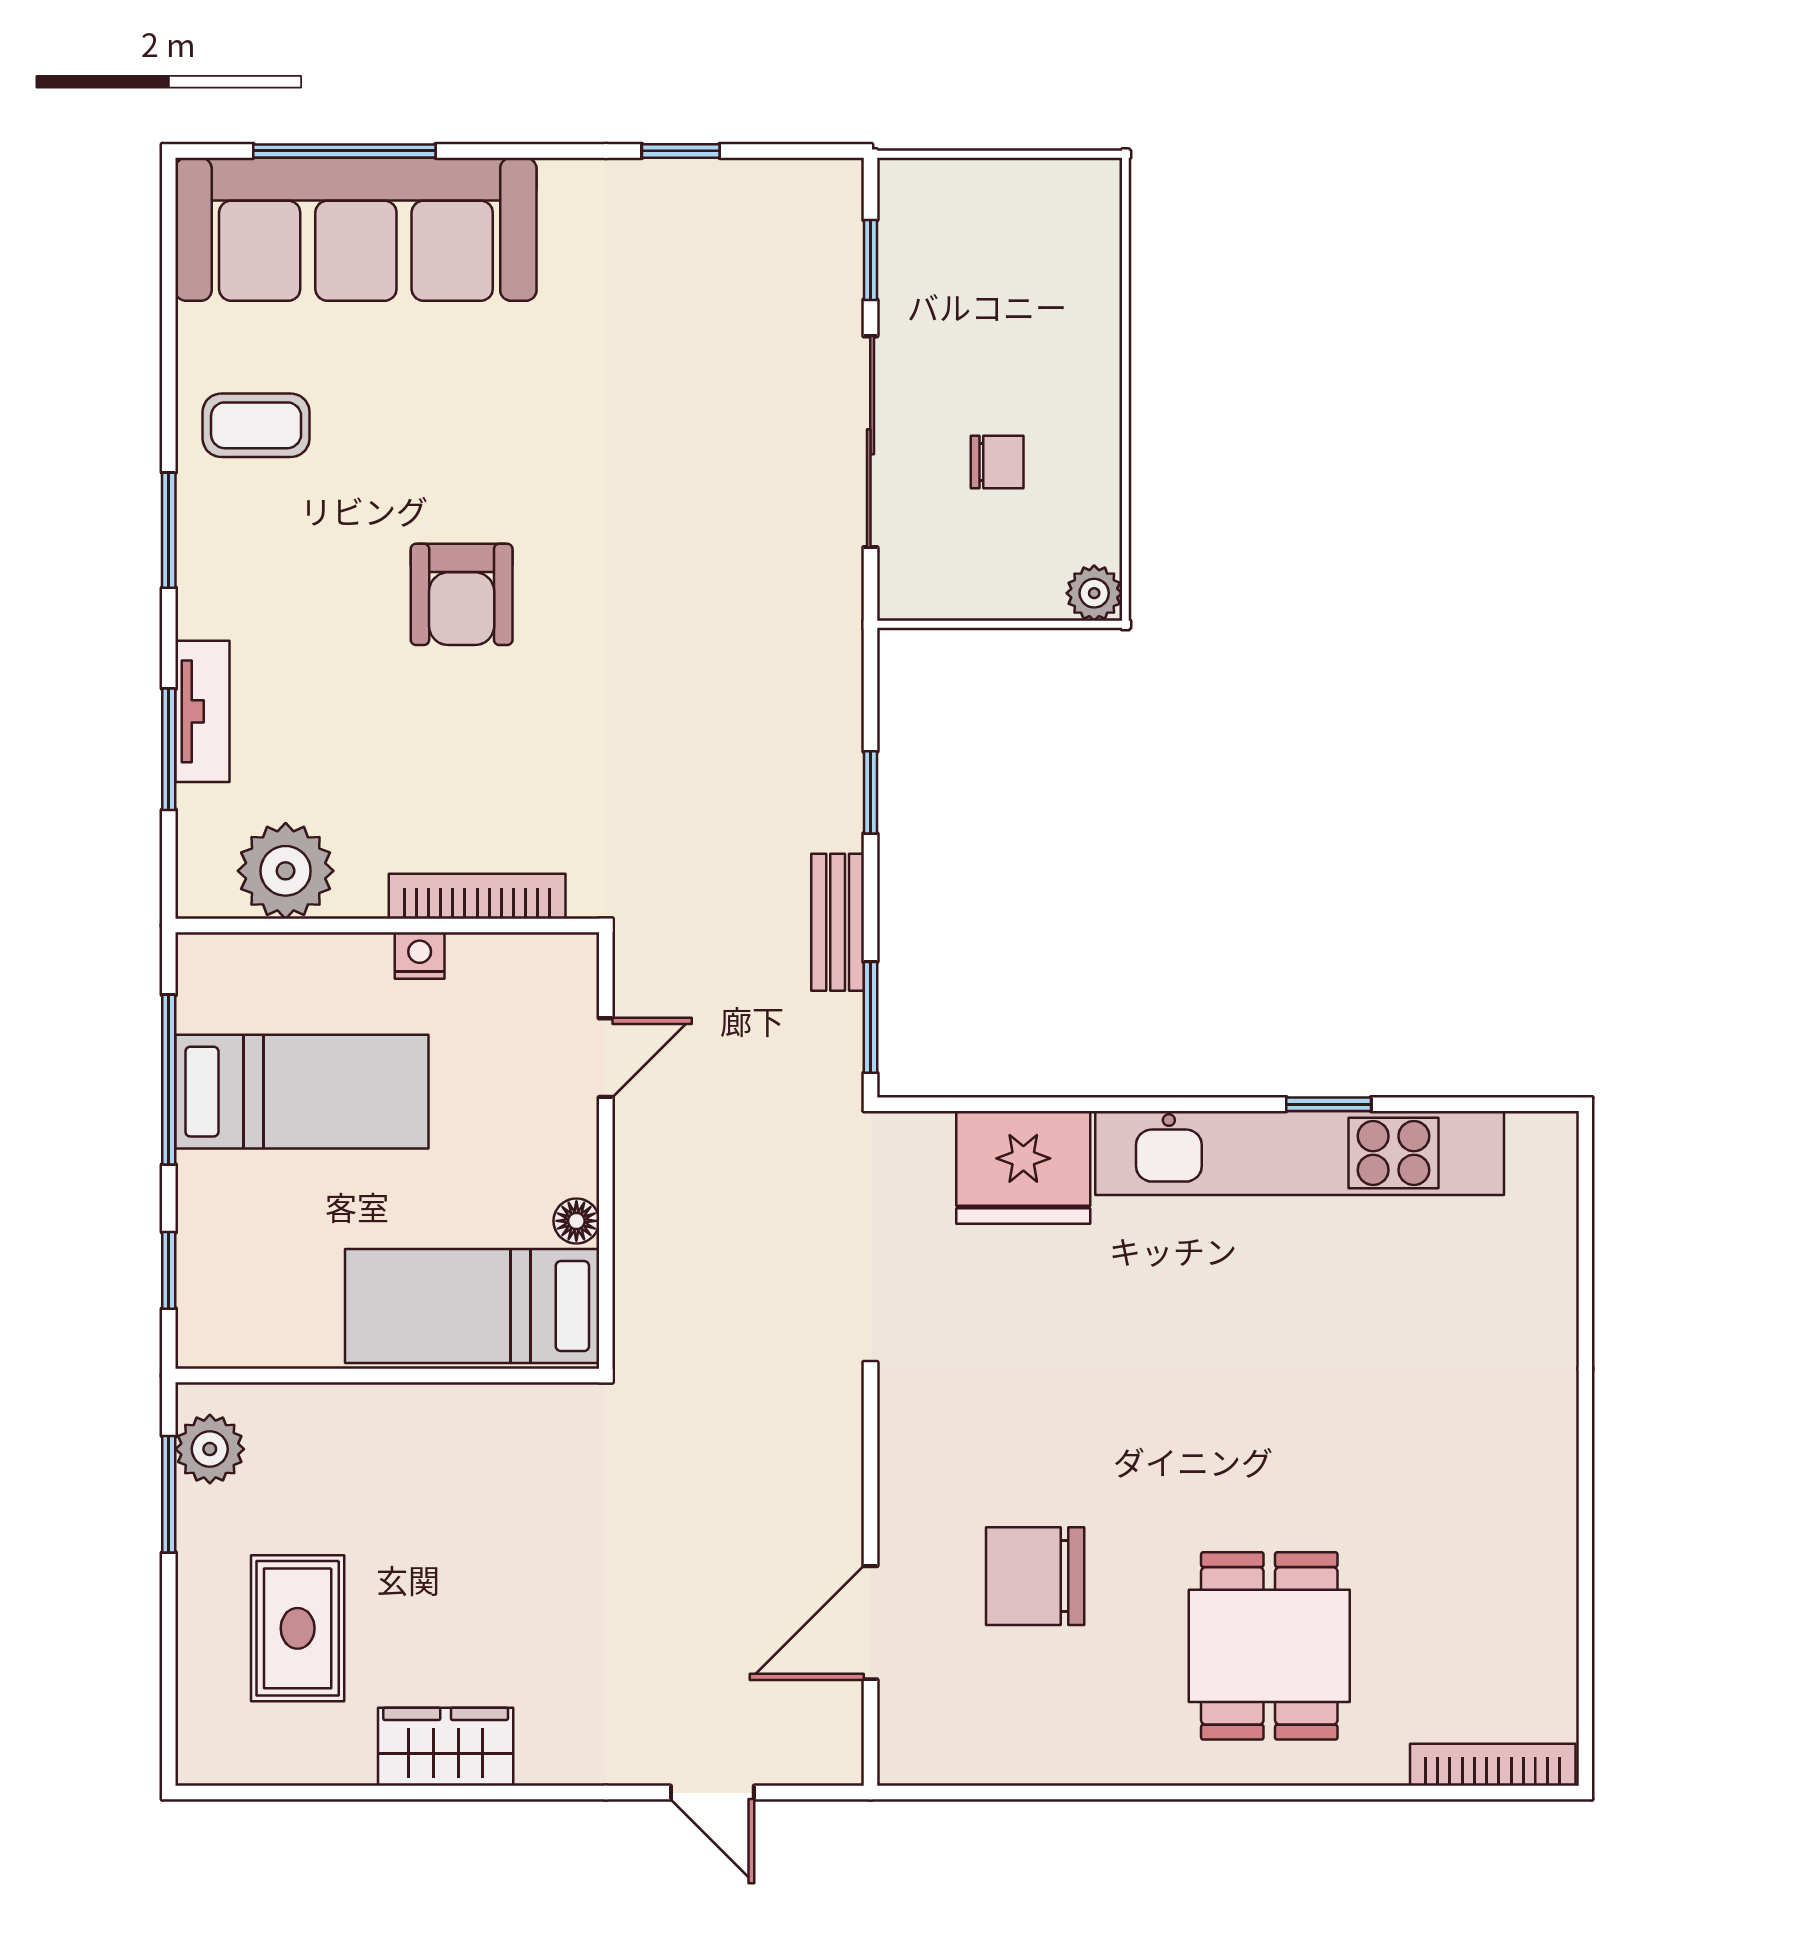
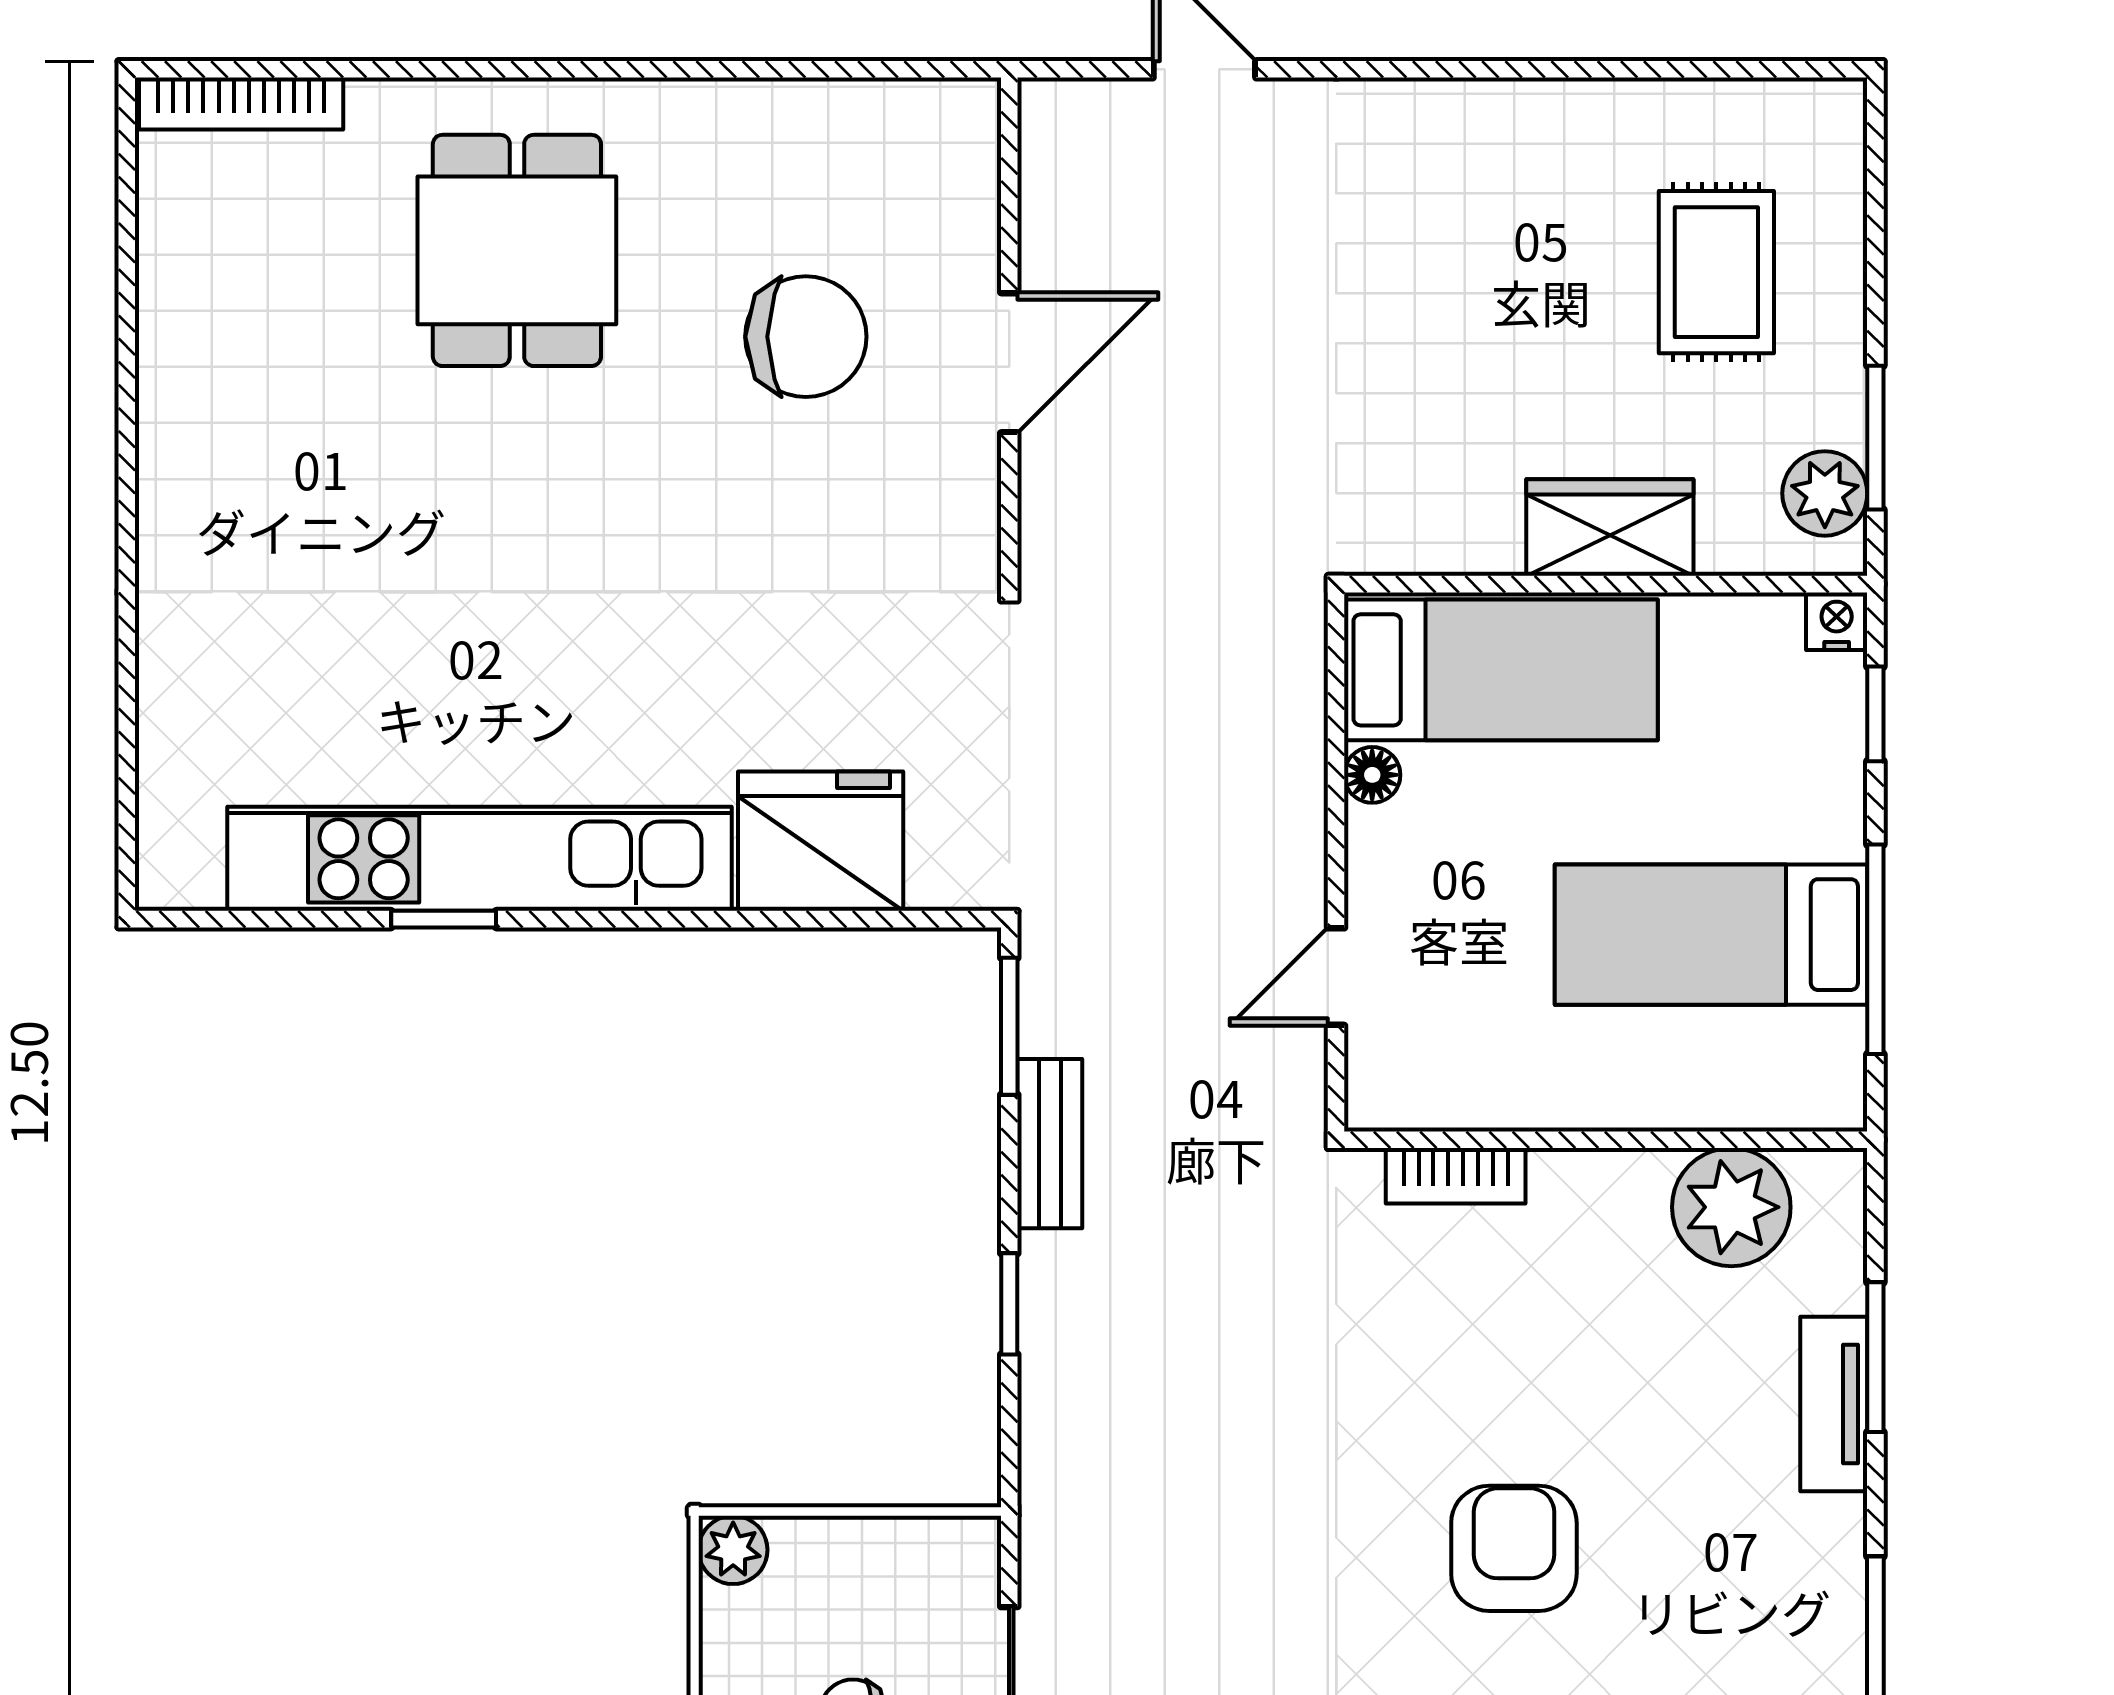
bookcase: (477, 896) -> (1456, 1176), width x0.64
nightstand: (420, 955) -> (1837, 621), moved, turned 180
door: (870, 1623) -> (1009, 363), moved
wardrobe: (446, 1747) -> (1610, 528), moved, turned 180

